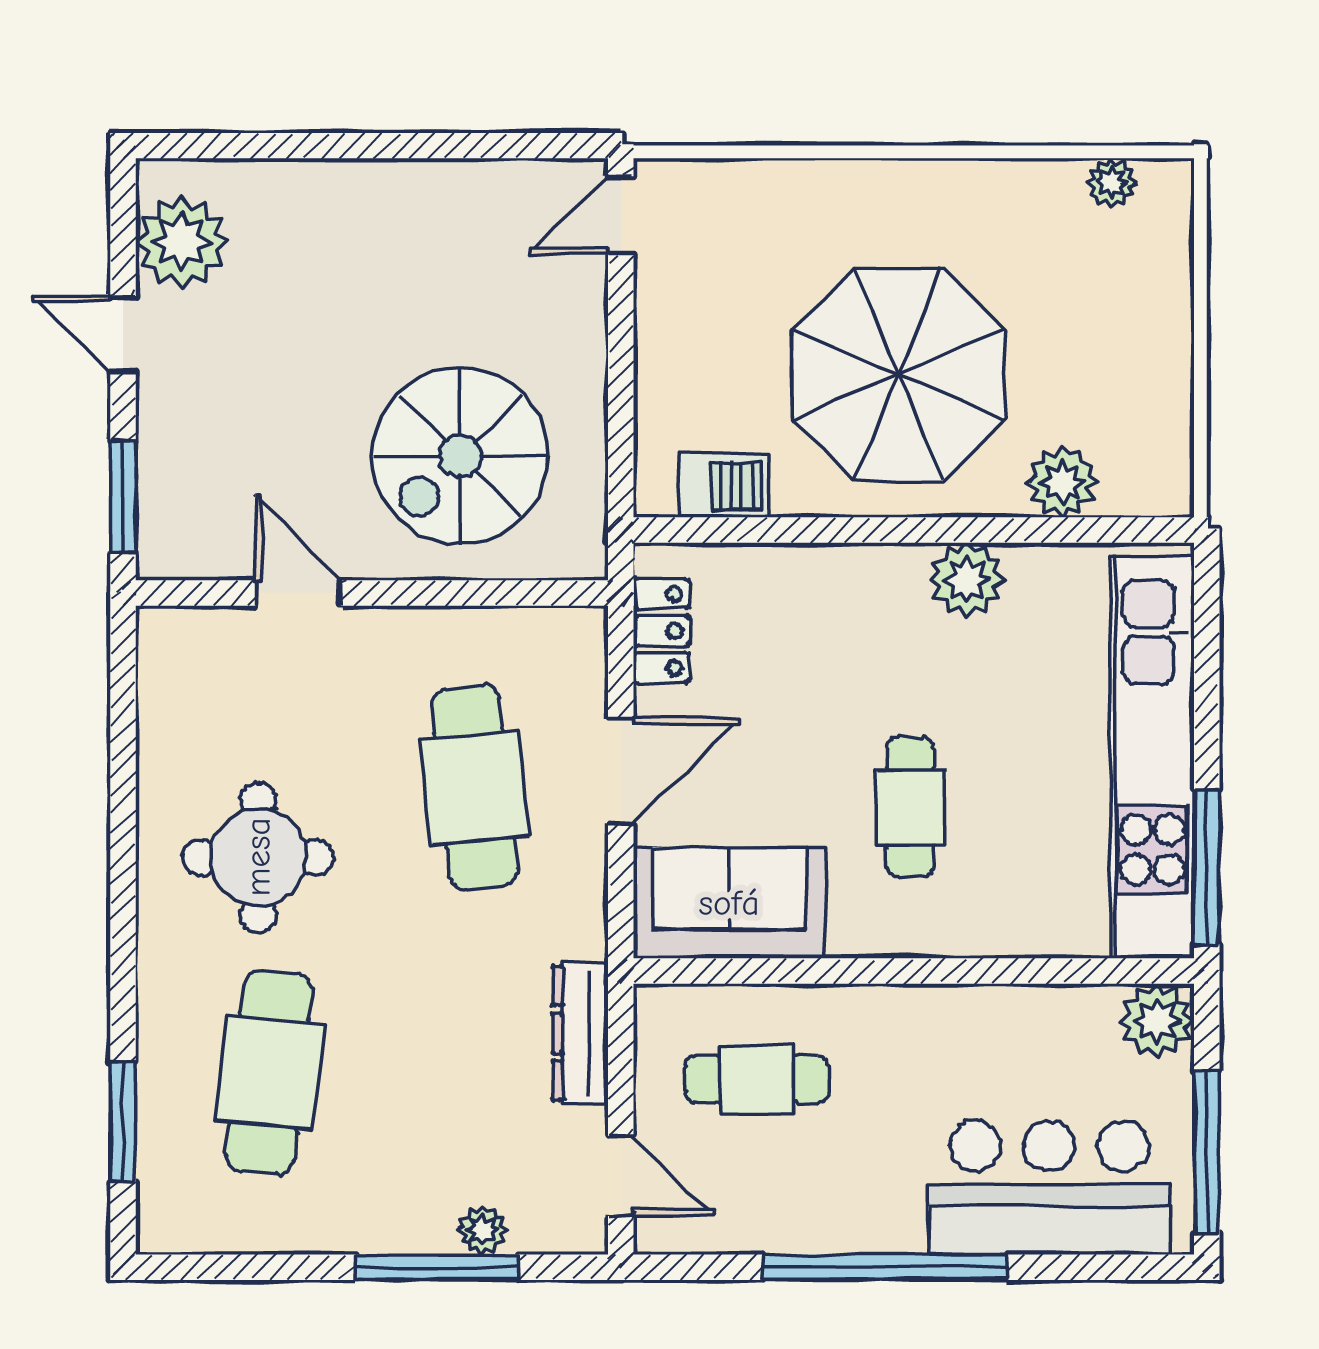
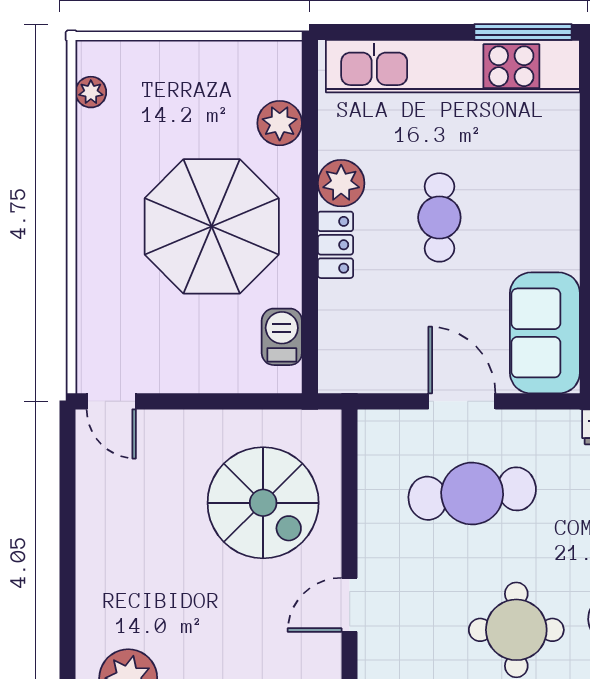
locker: (662, 631) -> (336, 245), moved, turned 90
cafe table: (910, 807) -> (439, 217), moved, turned 90

